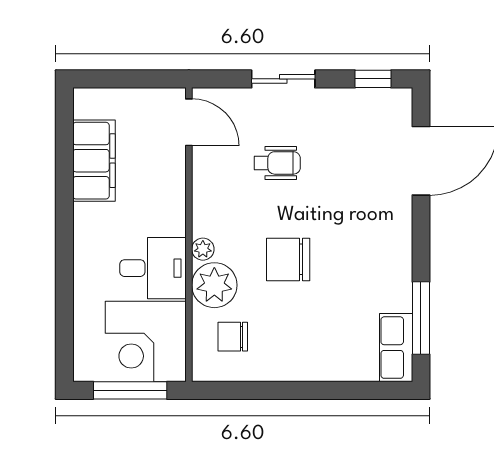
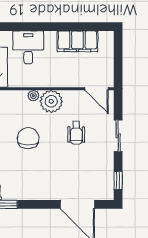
door: (189, 122) -> (97, 89), hinge flipped
desk: (153, 268) -> (28, 47), moved, turned 180
plant: (214, 285) -> (51, 101), moved

